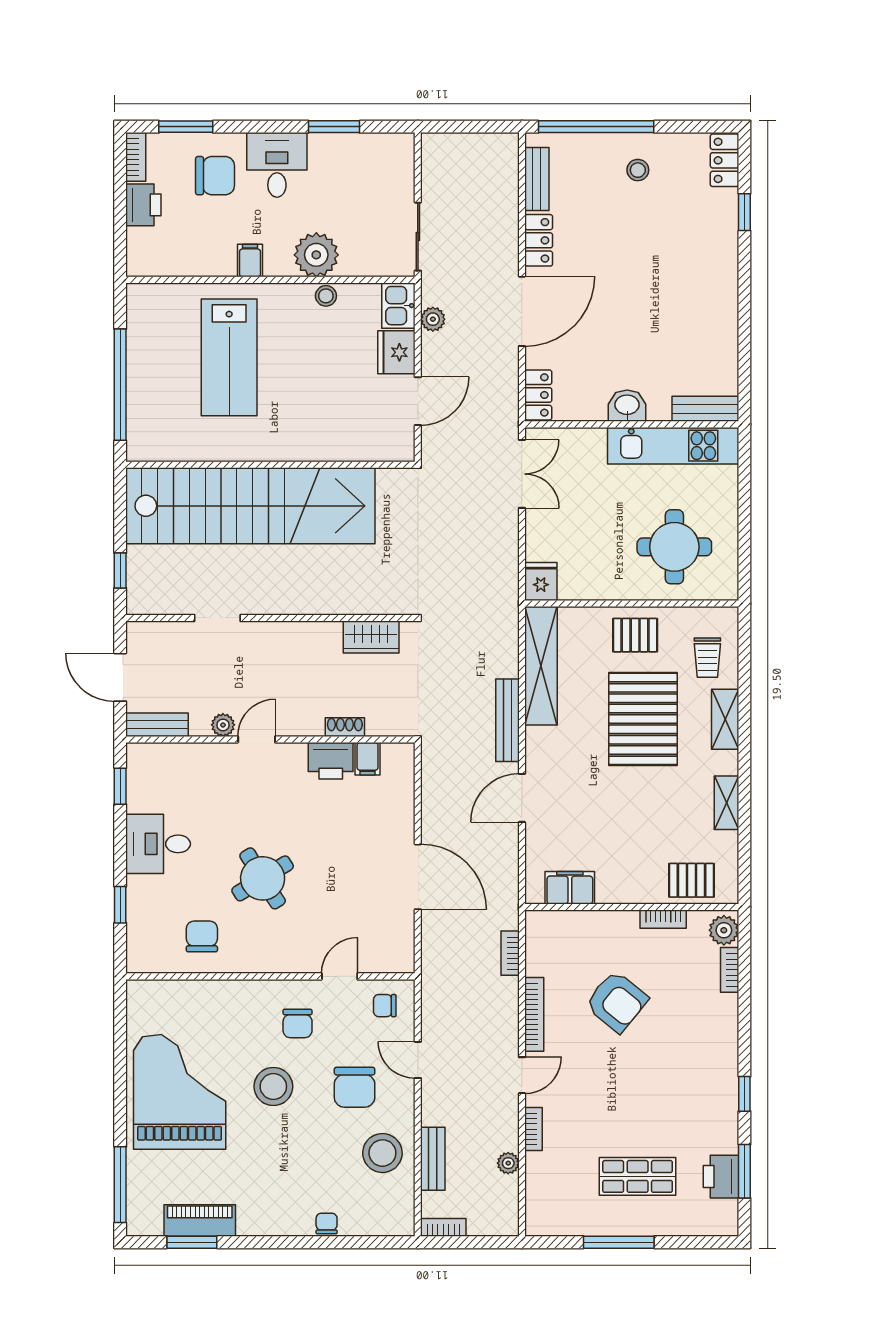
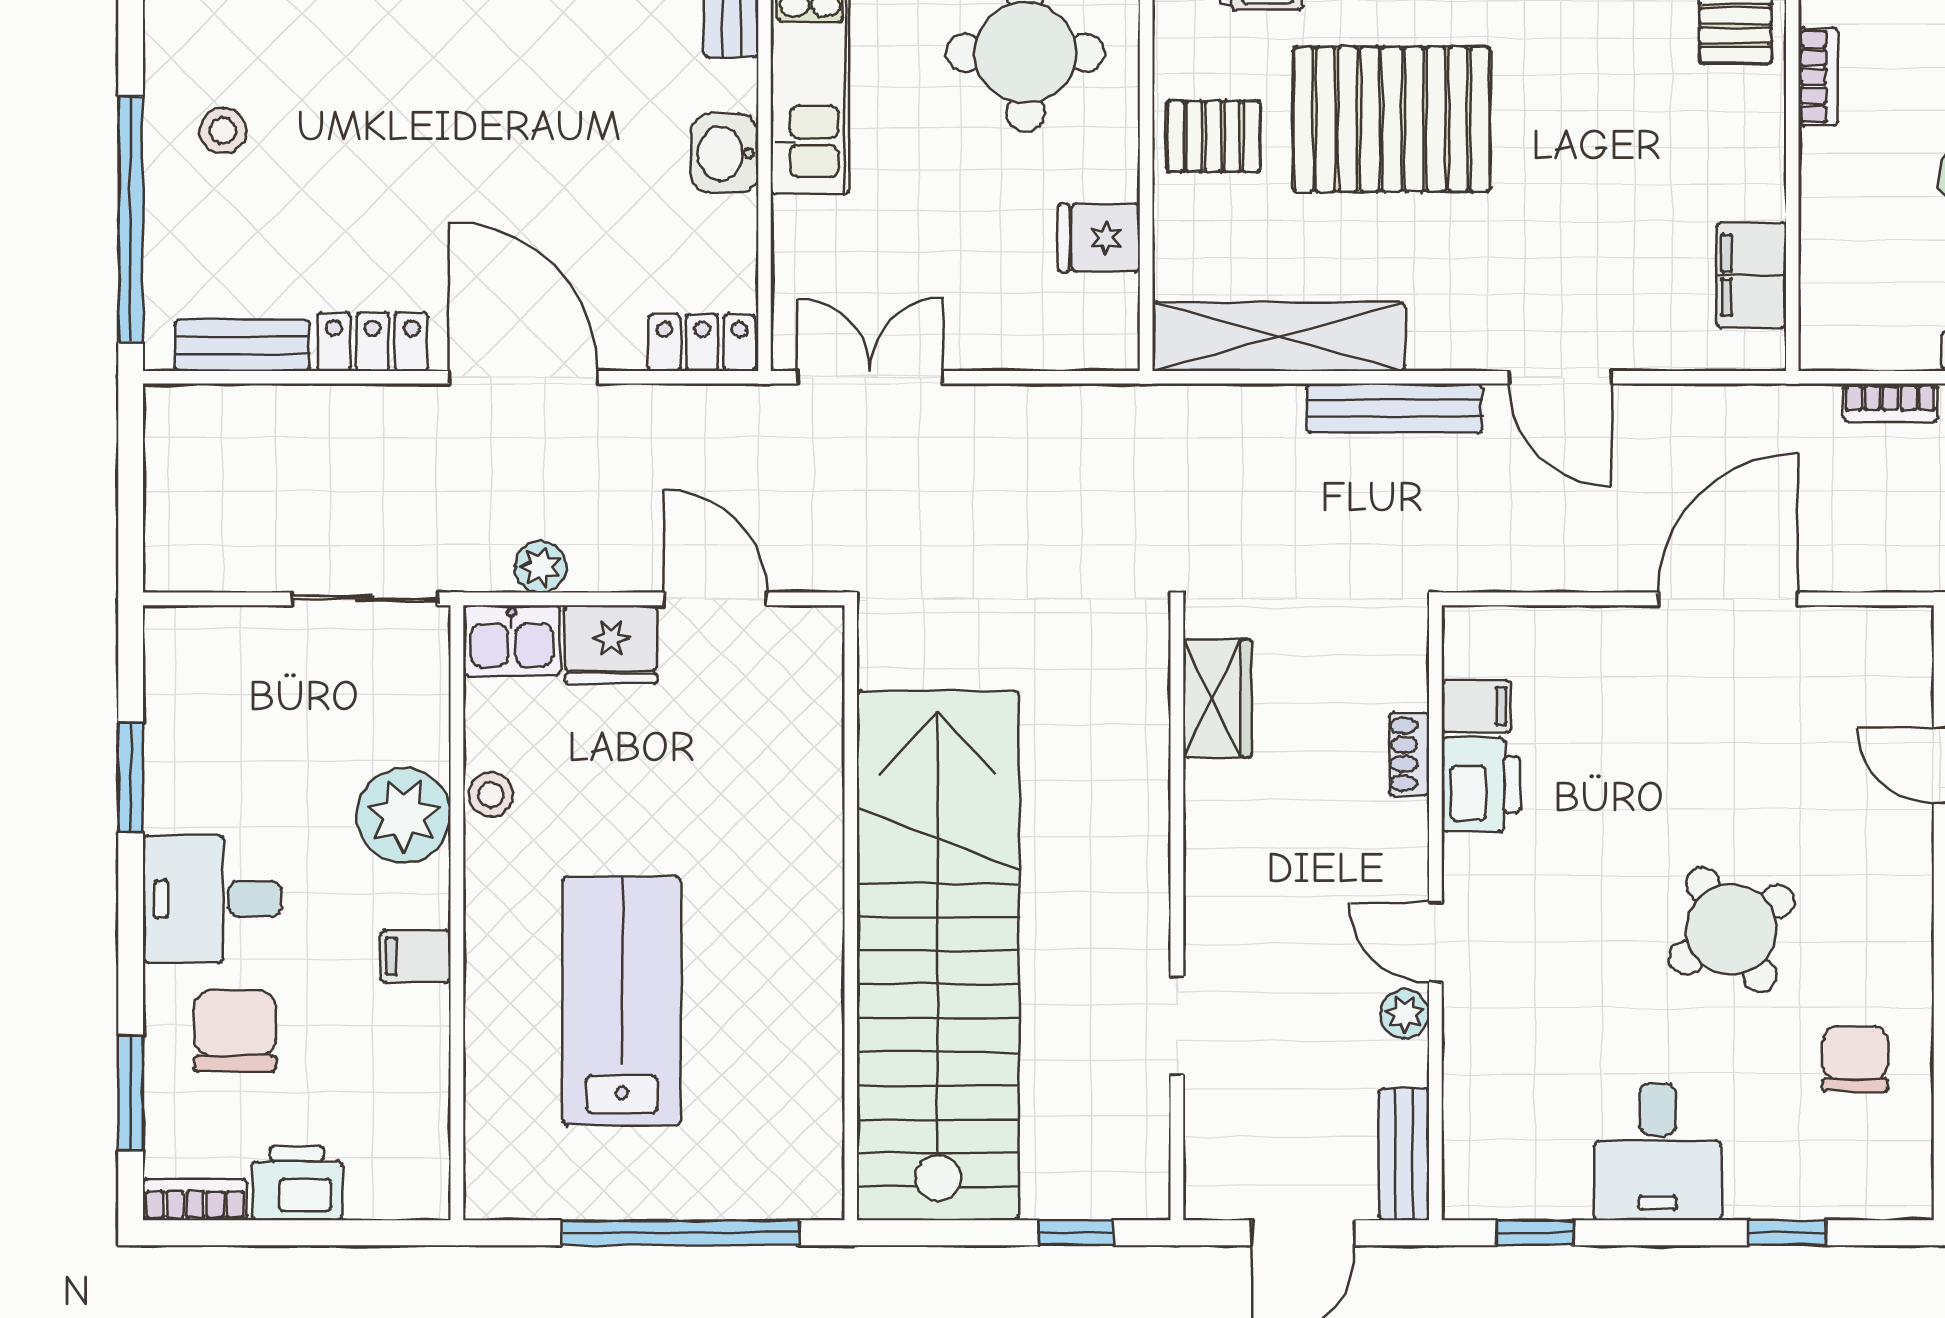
lab bench: (229, 357) -> (622, 1001), turned -90
fridge: (541, 582) -> (1099, 238), moved
pallet: (635, 635) -> (1213, 136), turned 90
chair: (202, 936) -> (1855, 1059), turned 90

